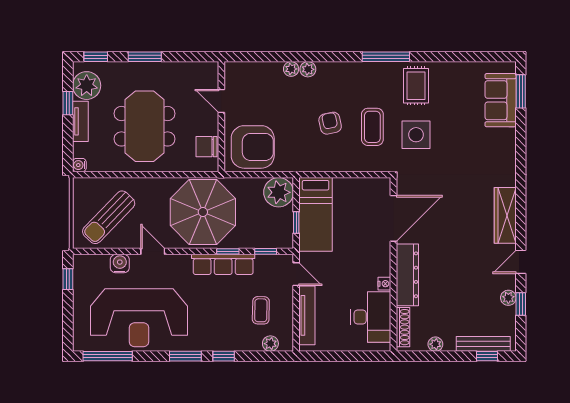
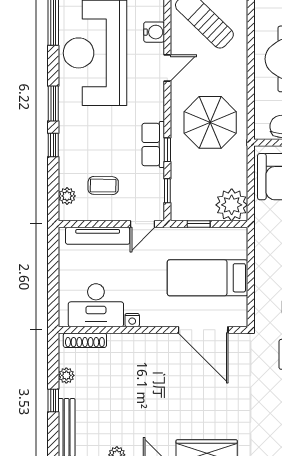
parasol: (203, 212) -> (210, 122), width x0.73, depth x0.73
bed: (316, 214) -> (208, 278), moved
row of seats: (223, 264) -> (153, 145), width x0.68
dresser: (407, 275) -> (142, 345), removed
window: (487, 356) -> (53, 401), moved

